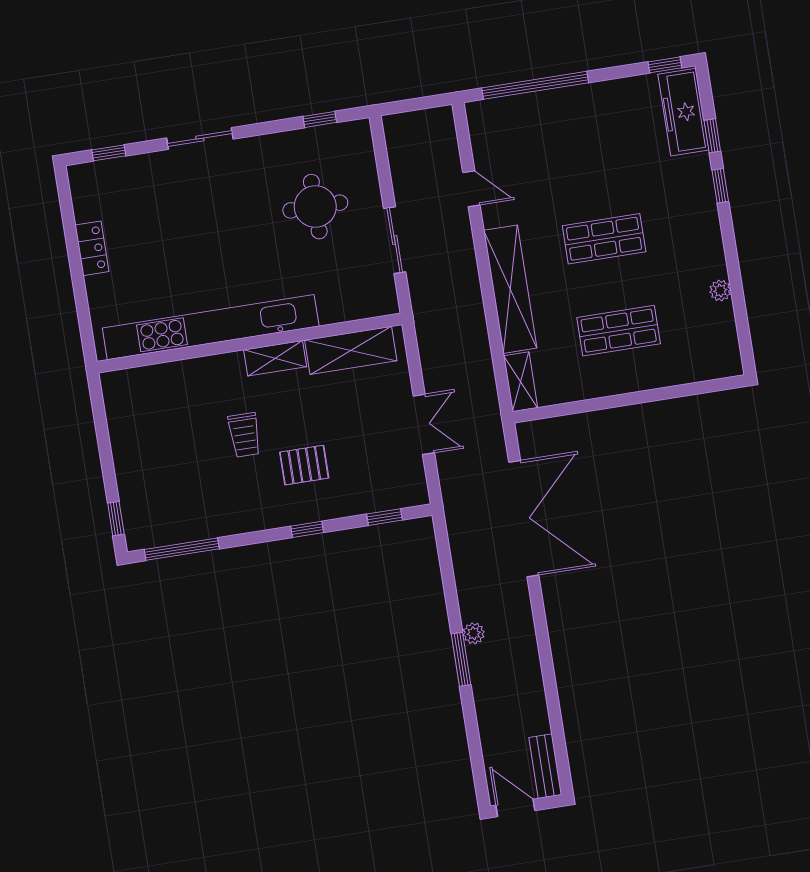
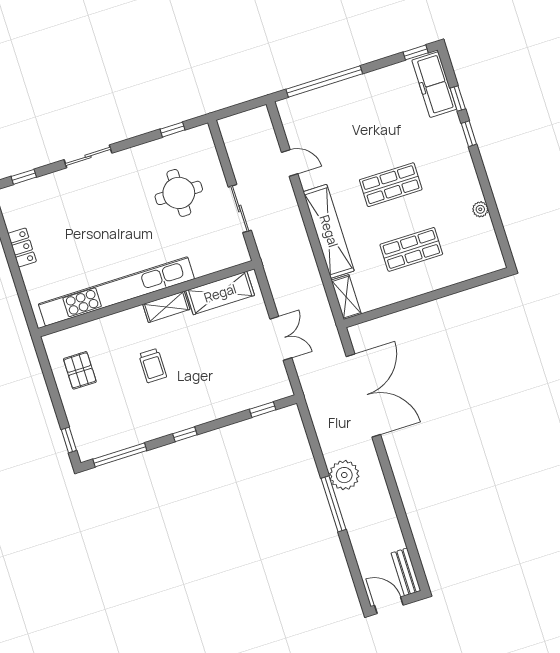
pallet: (304, 465) -> (80, 370), moved, turned 90
window: (307, 529) -> (185, 434), moved
plant: (474, 633) -> (344, 475), width x1.87, depth x1.87
window: (461, 659) -> (333, 504), width x1.44

